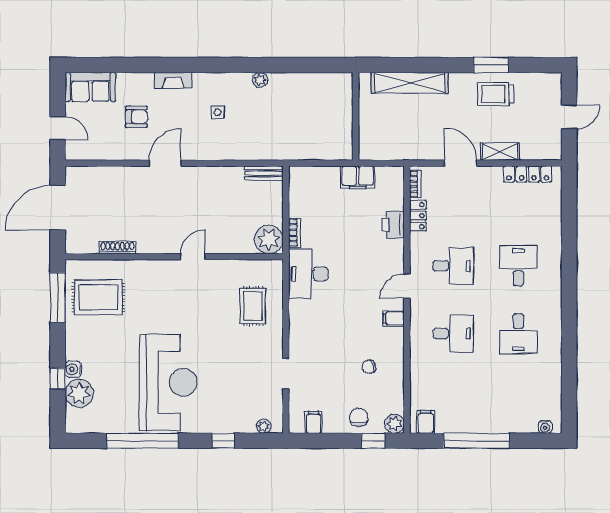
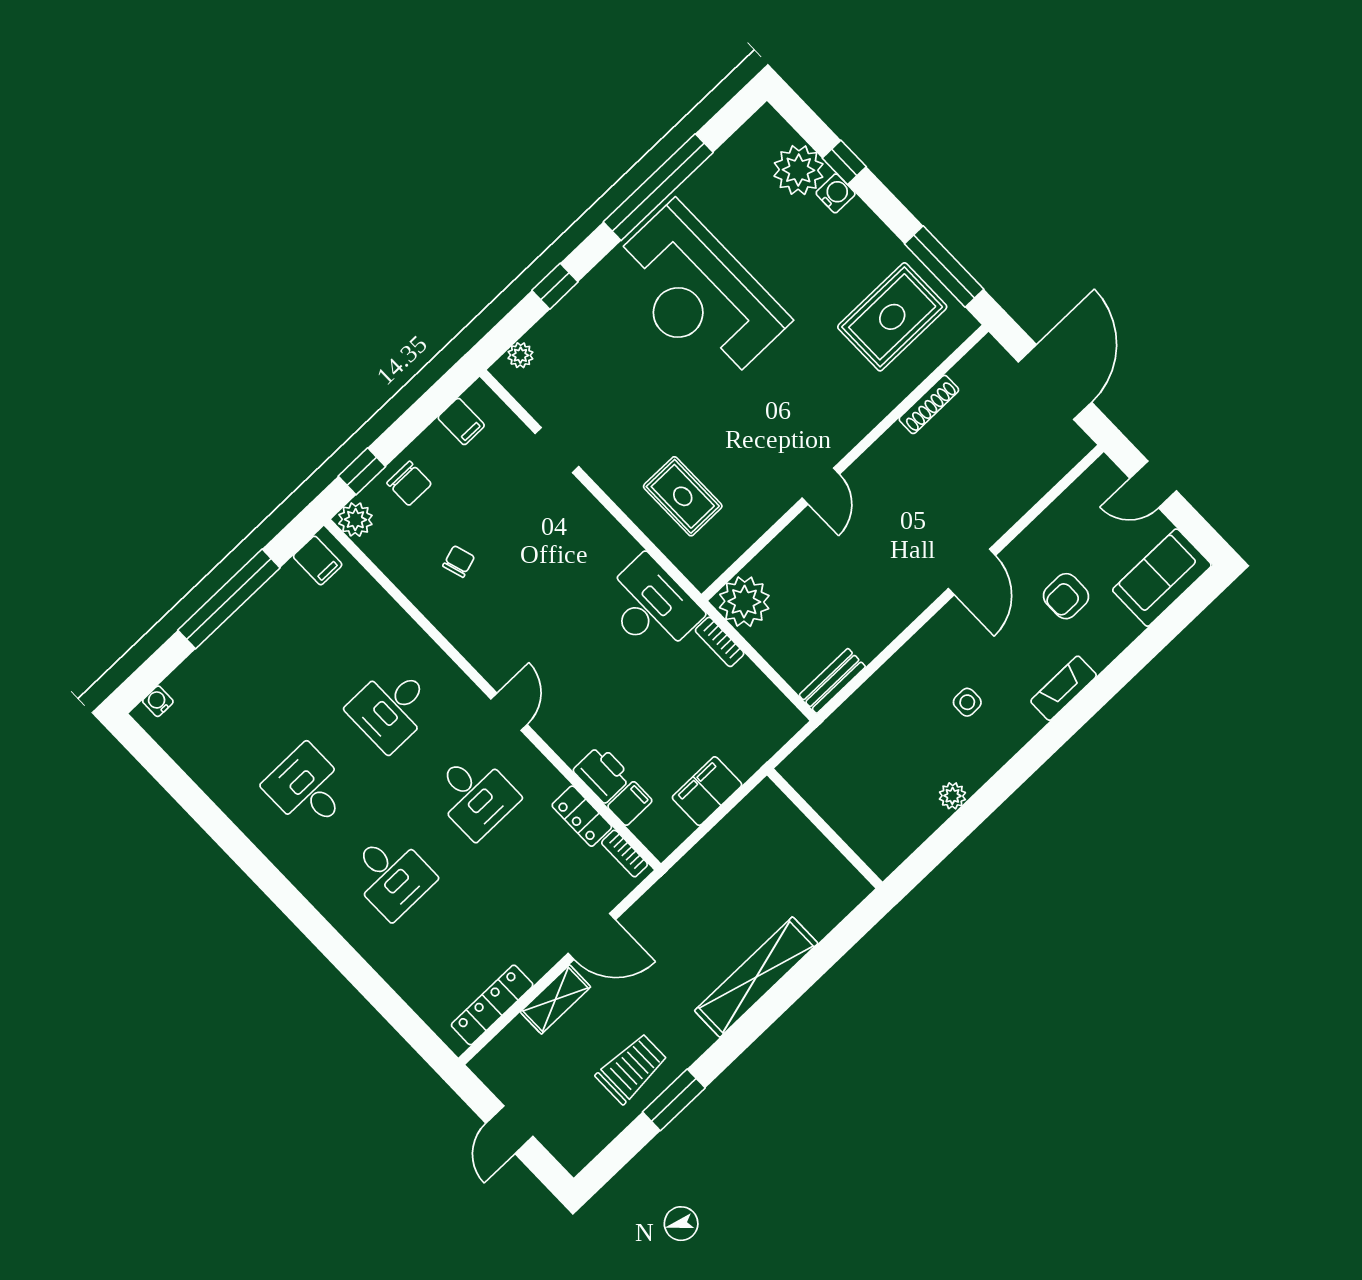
wall: (356, 116) -> (825, 829), moved
desk: (453, 266) -> (475, 795), turned -90
filing cabinet: (394, 318) -> (630, 804), moved

